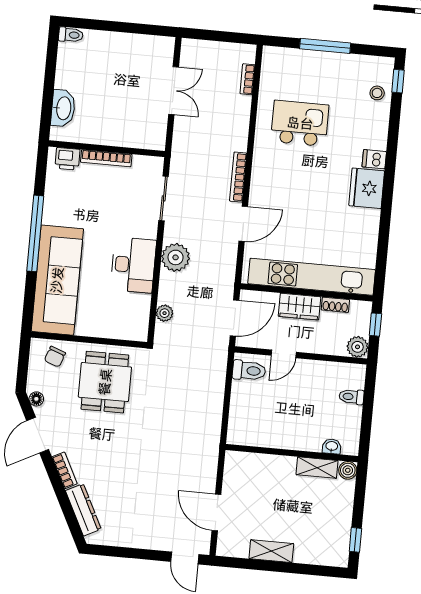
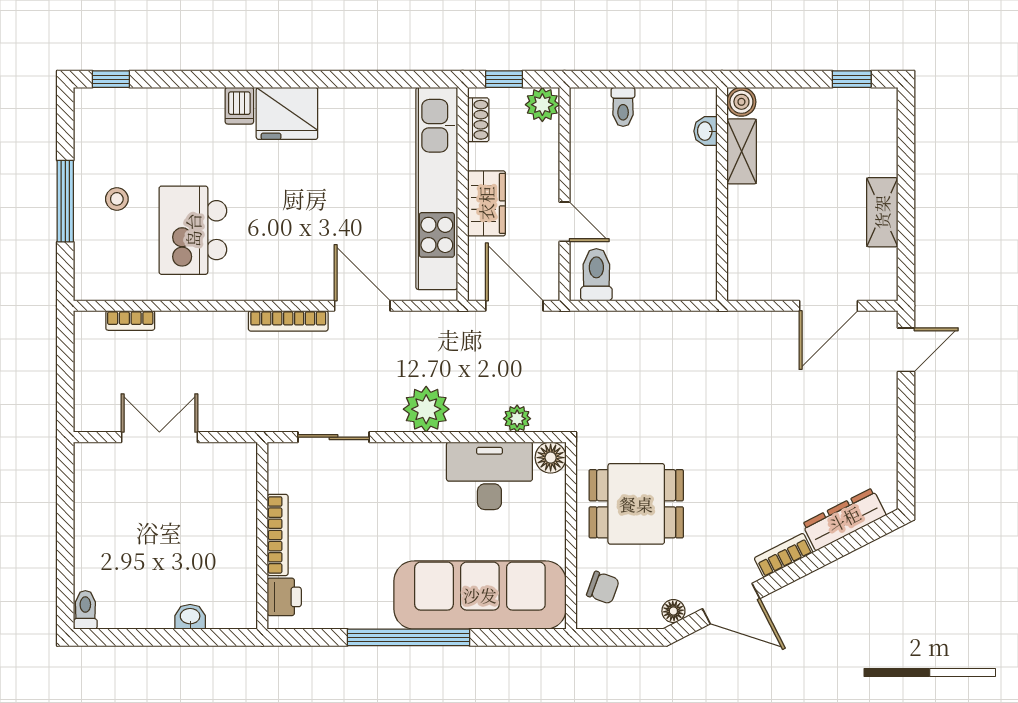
stool: (377, 93) -> (117, 199), moved
washbasin: (63, 108) -> (190, 617), width x0.52, depth x0.69
desk: (133, 265) -> (489, 476), moved
shoe rack: (335, 305) -> (478, 120), moved
floor lamp: (138, 332) -> (551, 458), added

